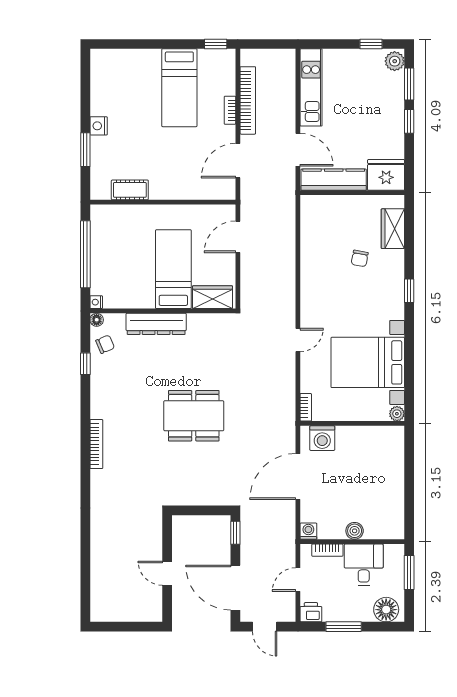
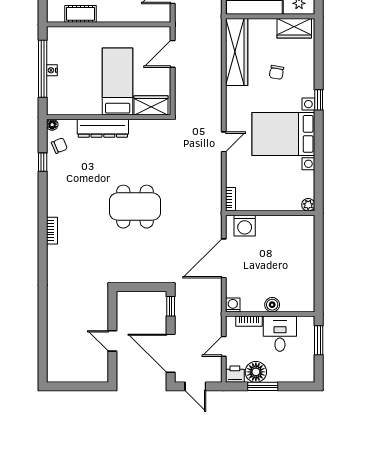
wardrobe: (393, 229) -> (294, 28), moved, turned -90
wardrobe: (313, 235) -> (237, 52), added
nightstand: (96, 302) -> (52, 70), moved
bed with nightstands: (368, 362) -> (283, 134), moved
bookcase: (96, 444) -> (52, 231), width x0.64
floor lamp: (386, 610) -> (256, 372), moved

